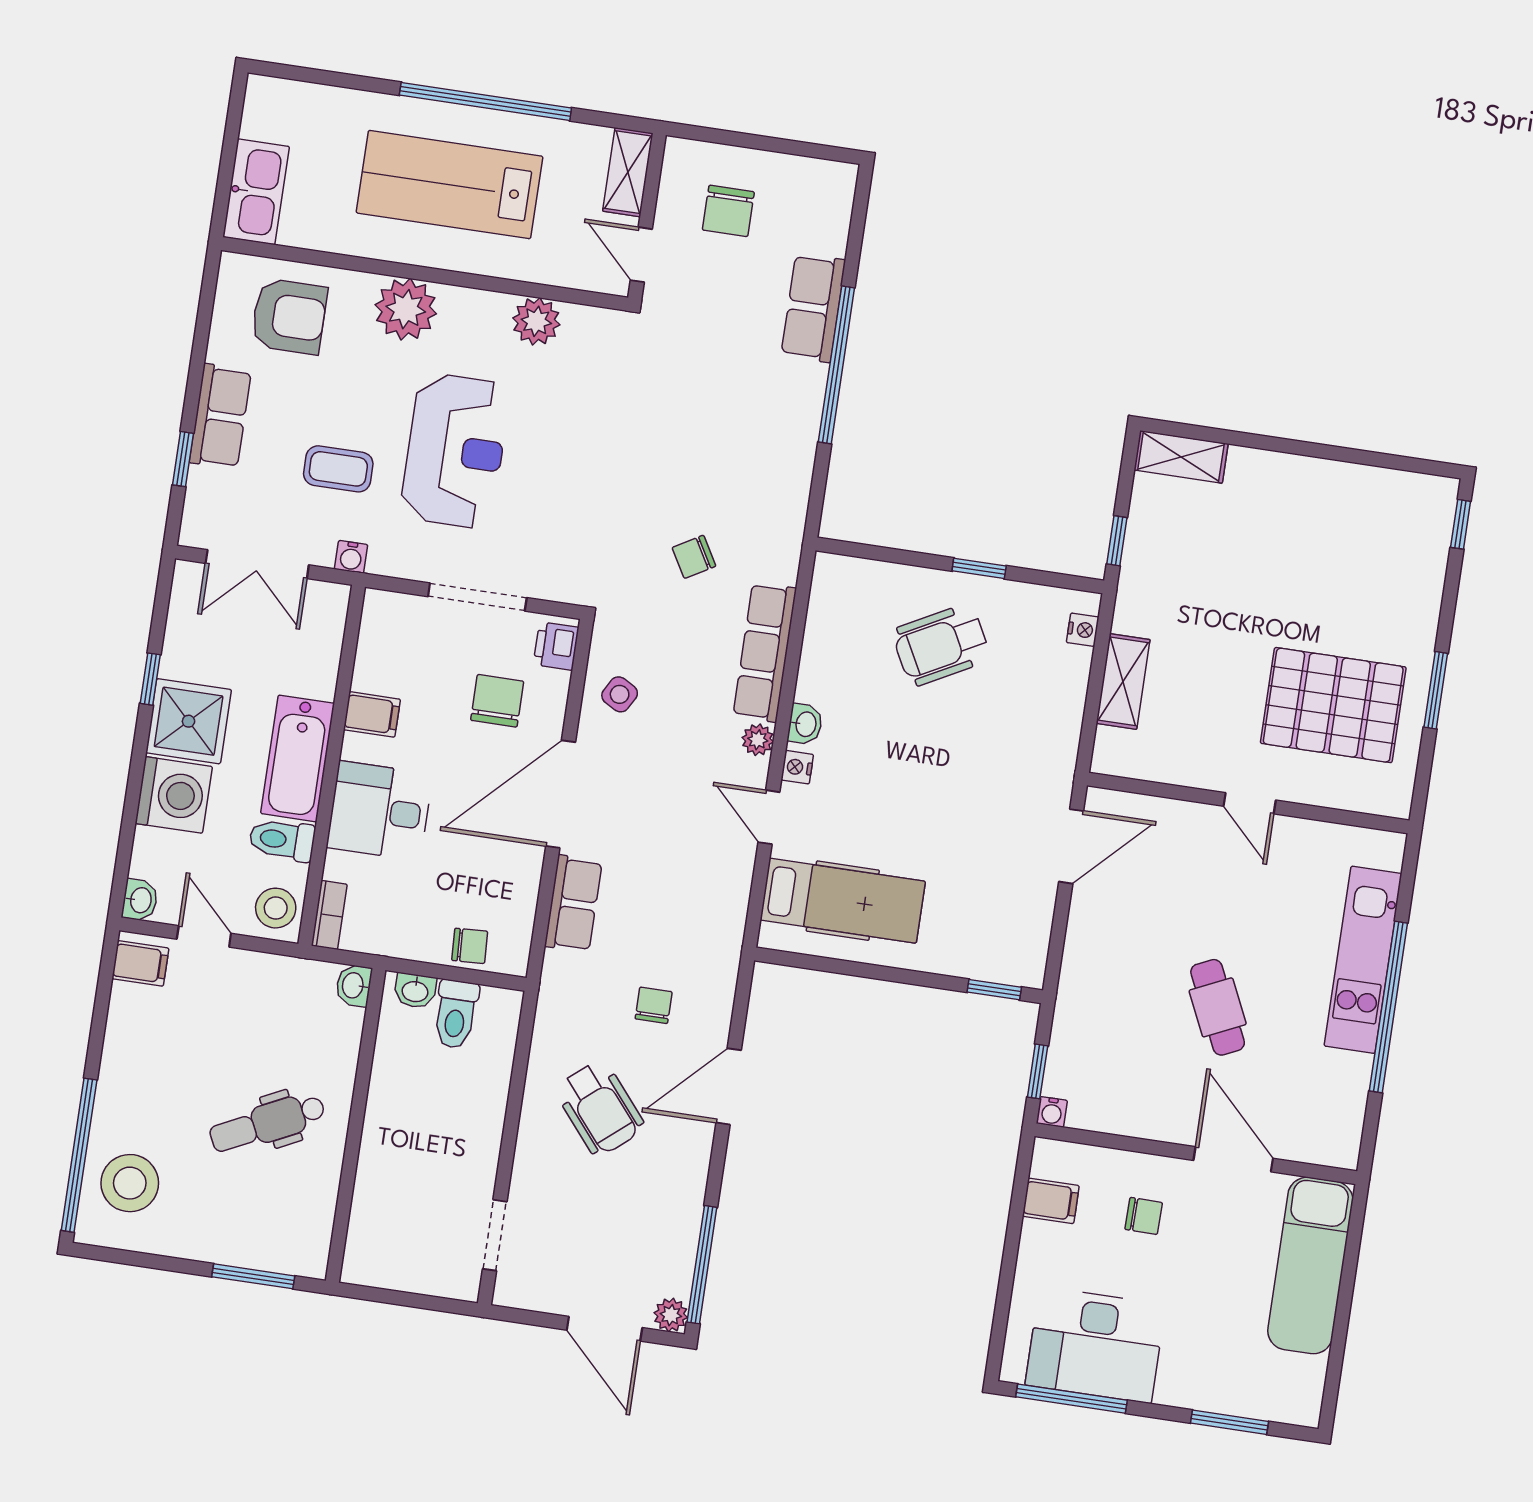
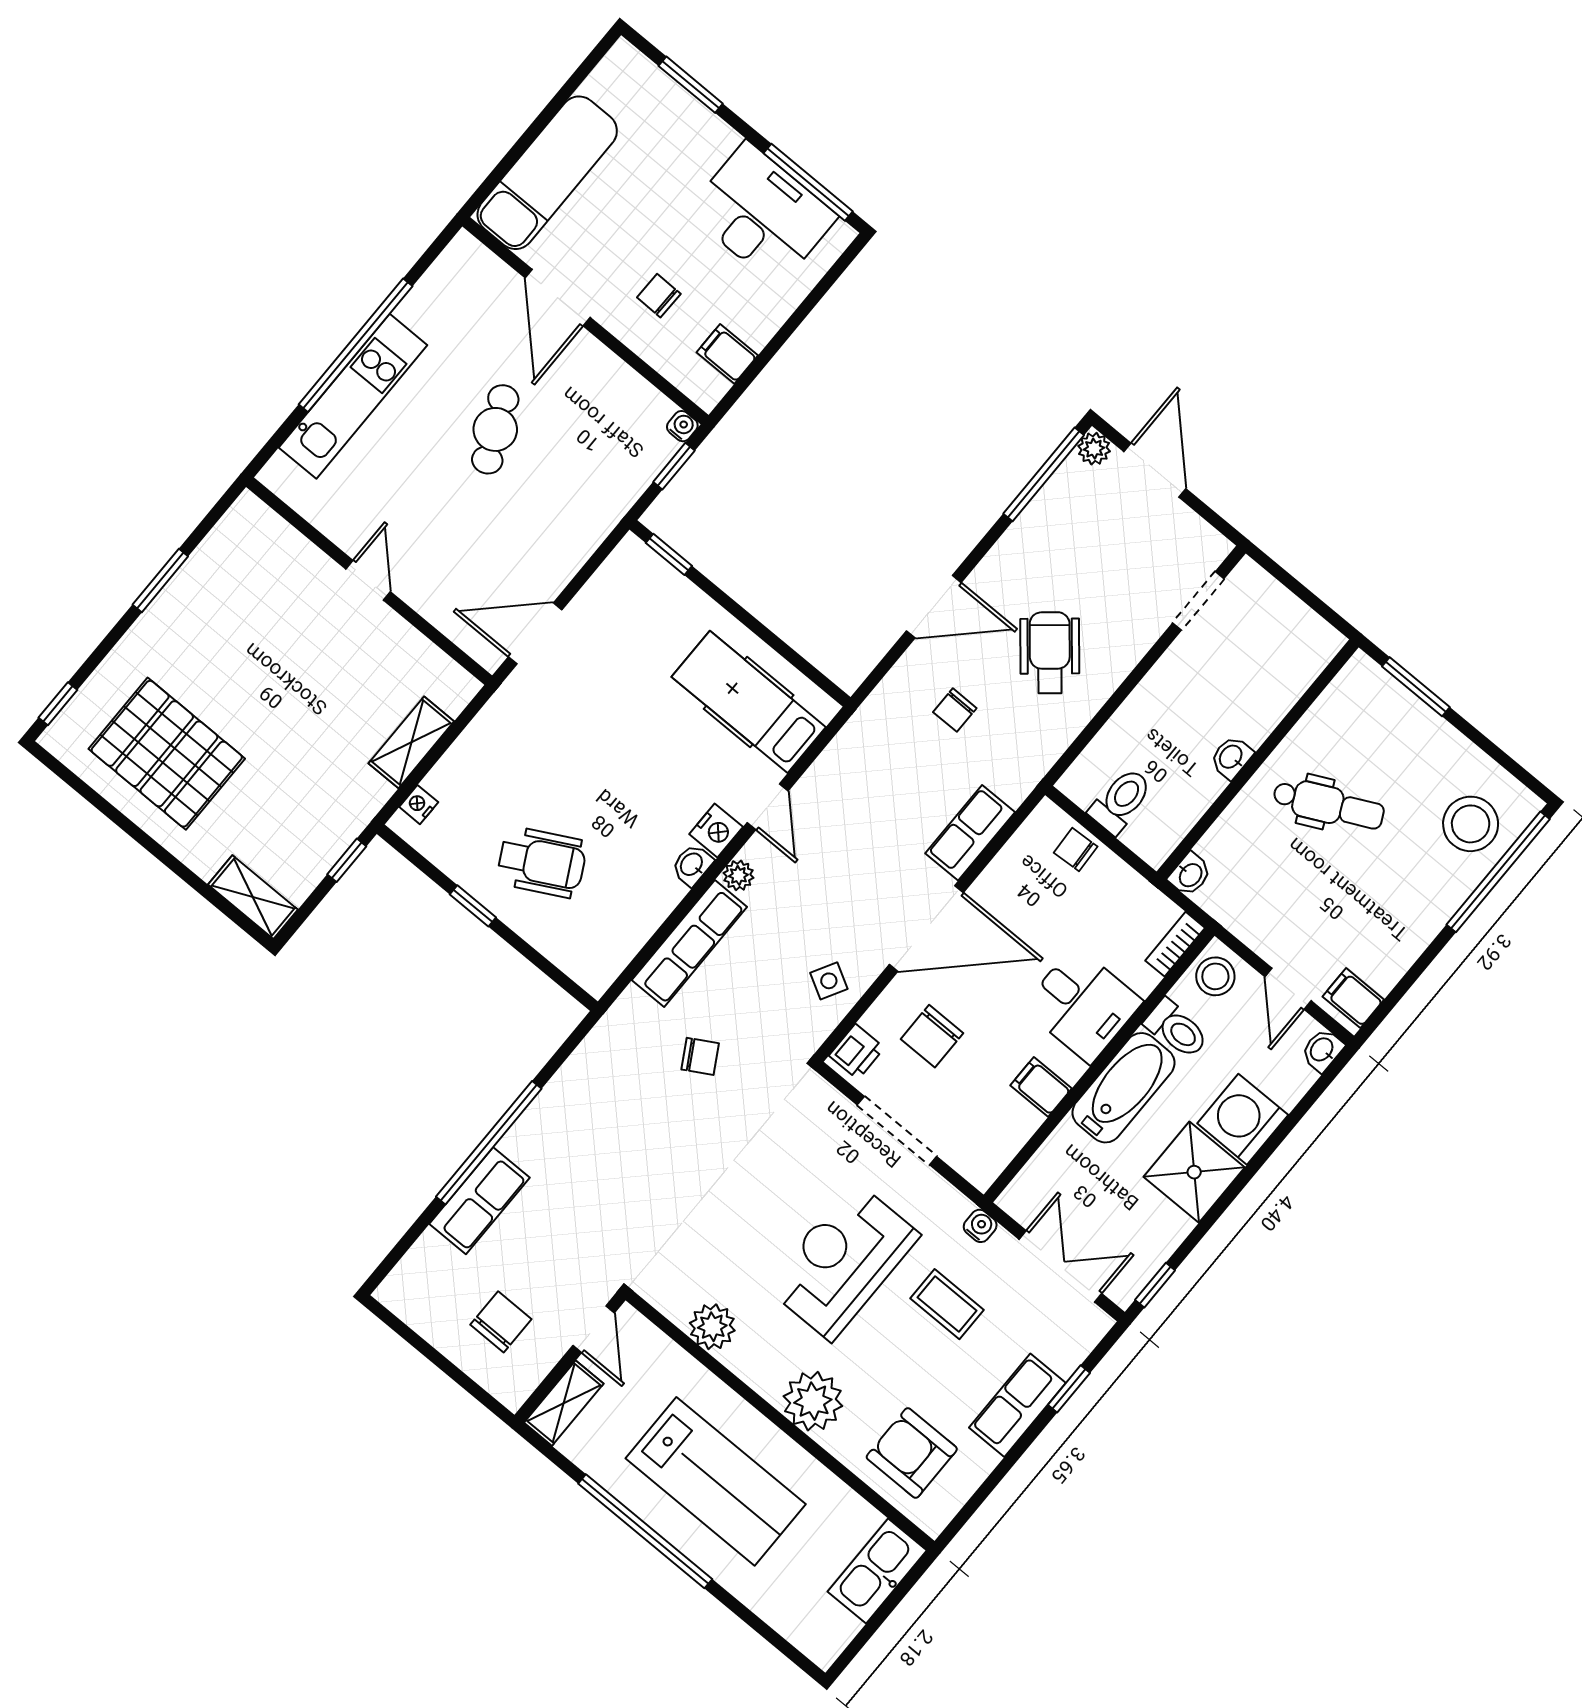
window: (150, 679) -> (1155, 1285), moved
pallet: (1333, 705) -> (167, 754), moved
nightstand: (797, 767) -> (716, 830), width x1.39, depth x1.35
washbasin: (415, 991) -> (1231, 757), moved, turned -90

